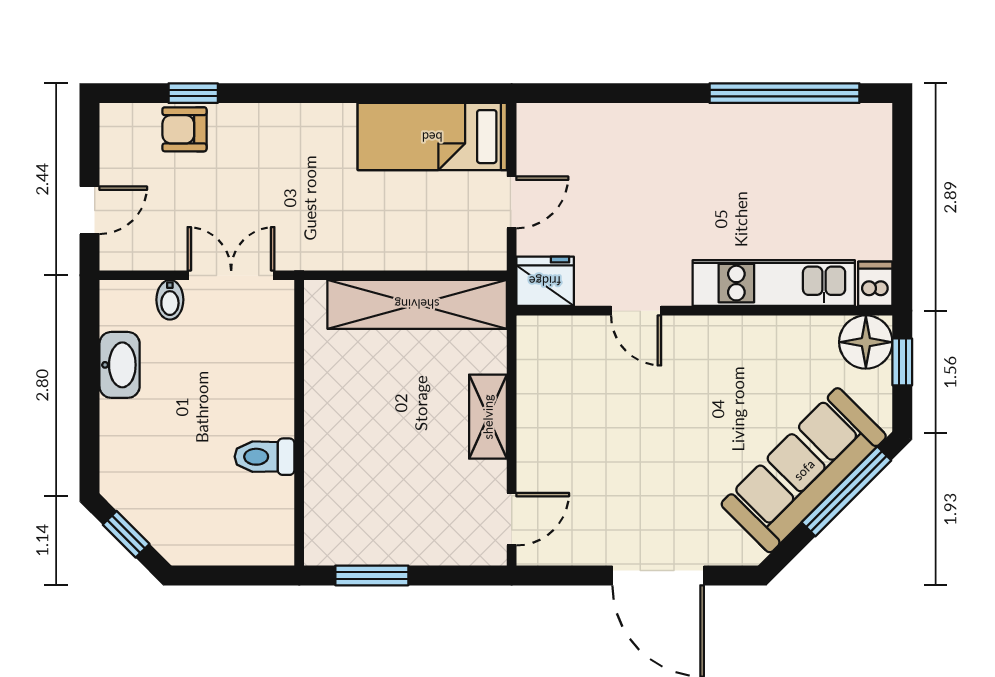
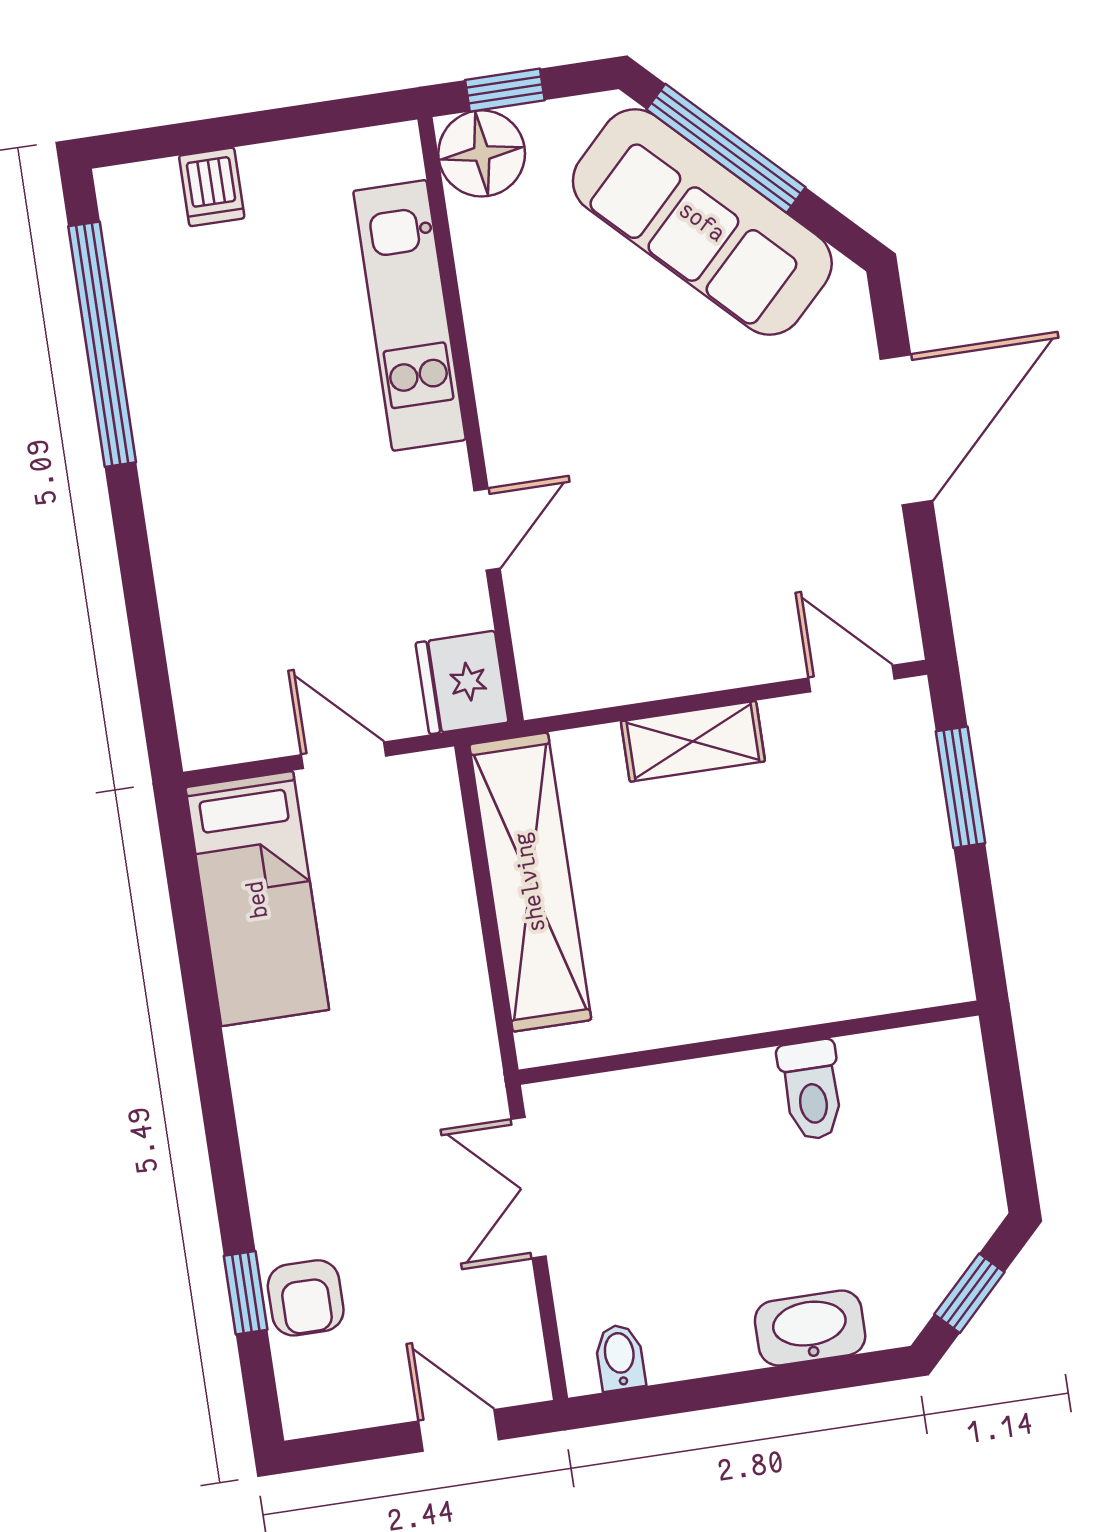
dishwasher: (875, 284) -> (212, 187), moved, turned -90
bidet: (170, 300) -> (620, 1357), moved, turned -90
washbasin: (120, 365) -> (810, 1328), moved
window: (372, 575) -> (960, 787), moved

